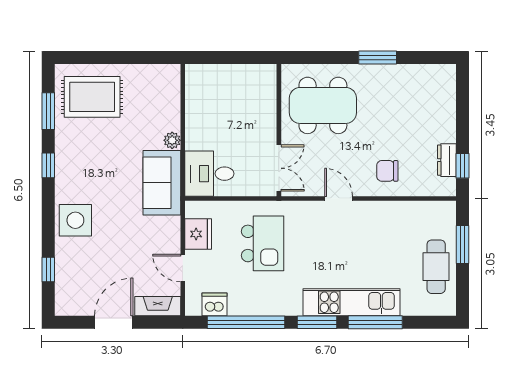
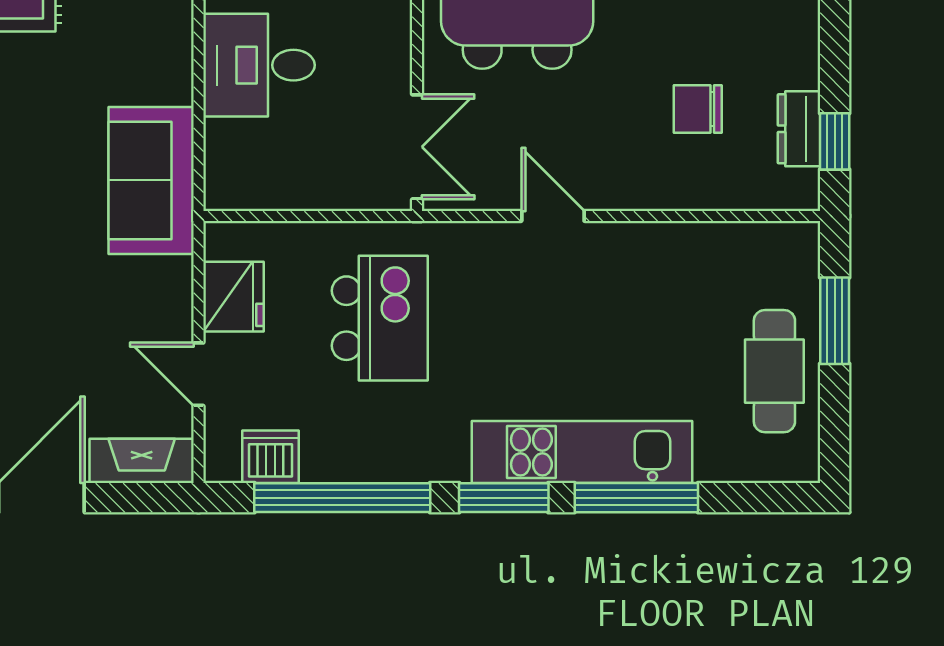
plant: (172, 140) -> (174, 84), removed
chair: (387, 171) -> (698, 109), moved
desk: (209, 174) -> (259, 65), moved

